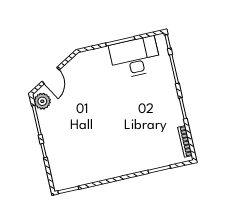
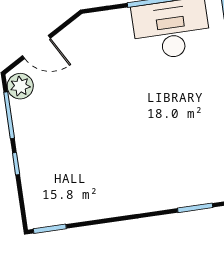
door: (51, 76) -> (36, 47), hinge flipped

